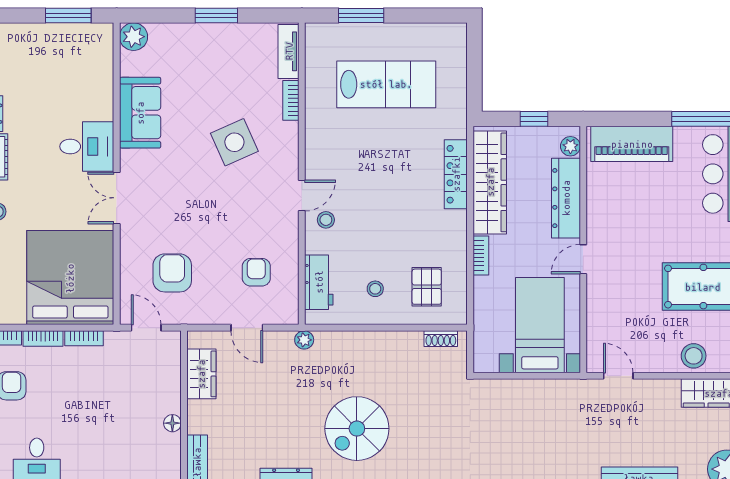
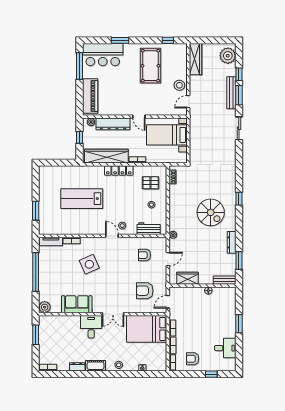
window: (216, 16) -> (36, 272), width x2.11
lab bench: (386, 84) -> (82, 199), moved, turned -90
locker: (456, 174) -> (119, 171), moved
bed: (70, 278) -> (147, 329), width x0.73
stool: (694, 356) -> (179, 85), moved

